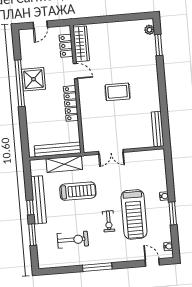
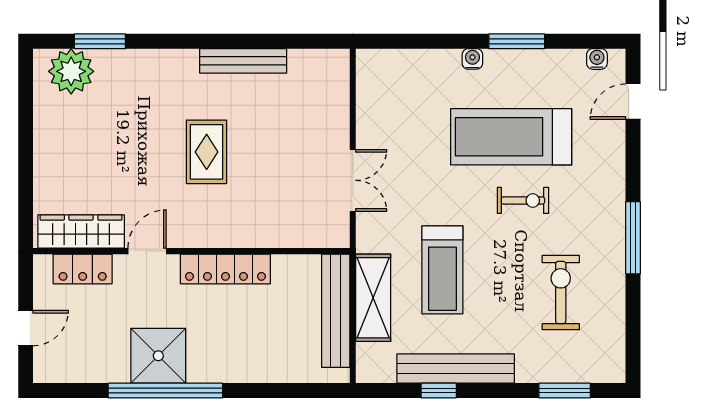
door: (40, 25) -> (26, 328), hinge flipped
plant: (149, 30) -> (71, 71), width x1.88, depth x1.88
bench: (158, 129) -> (243, 61), moved
treadmill: (78, 191) -> (442, 270), turned 180
window: (30, 208) -> (439, 391), moved
treadmill: (134, 214) -> (511, 137), turned 180
window: (32, 235) -> (565, 391), moved

